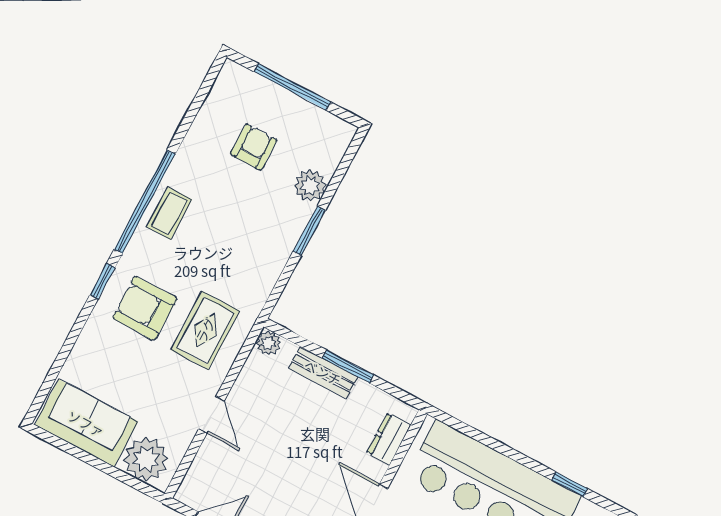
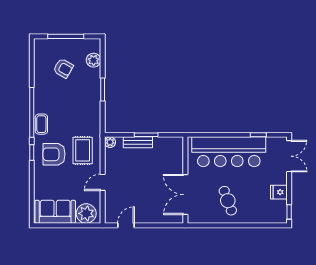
armchair: (254, 147) -> (63, 68), turned 120
plant: (310, 186) -> (94, 60), moved
coffee table: (169, 213) -> (41, 124), moved
door: (211, 415) -> (103, 182), swing flipped
dresser: (389, 439) -> (178, 155), removed

